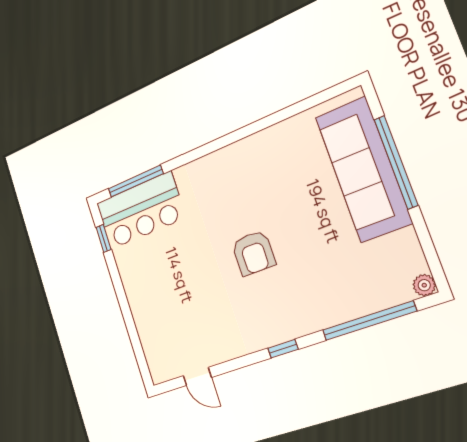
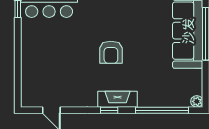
fireplace: (290, 326) -> (118, 99), added

